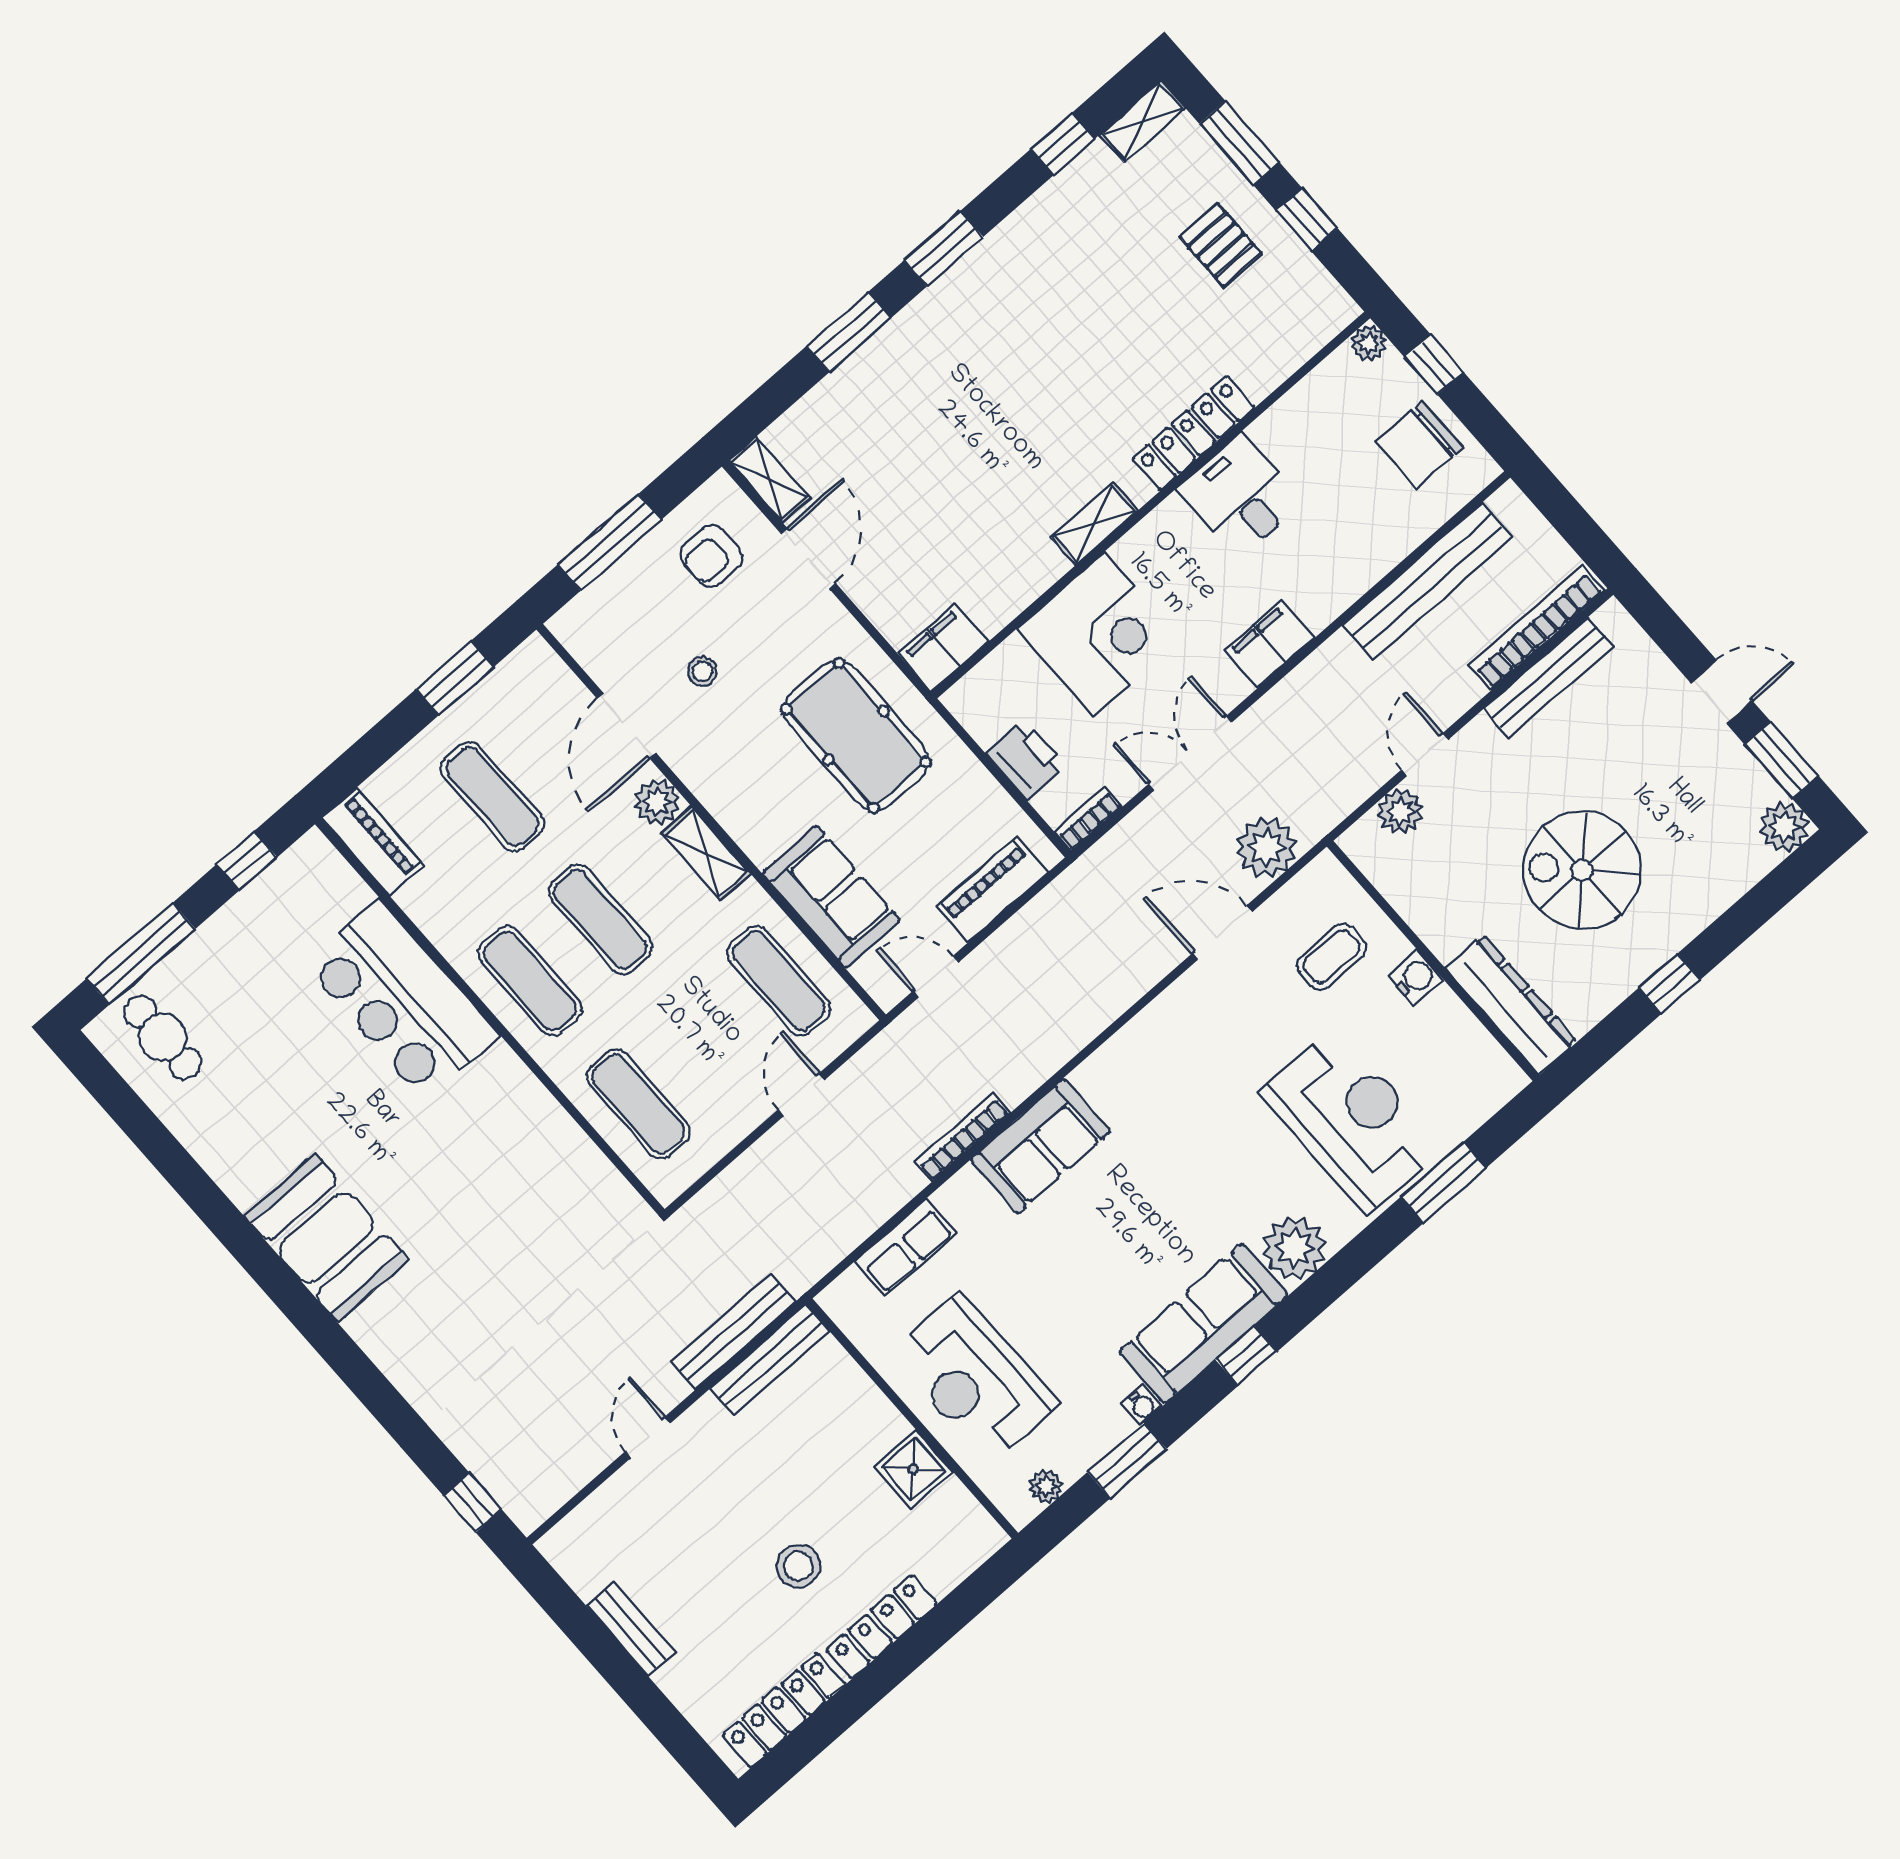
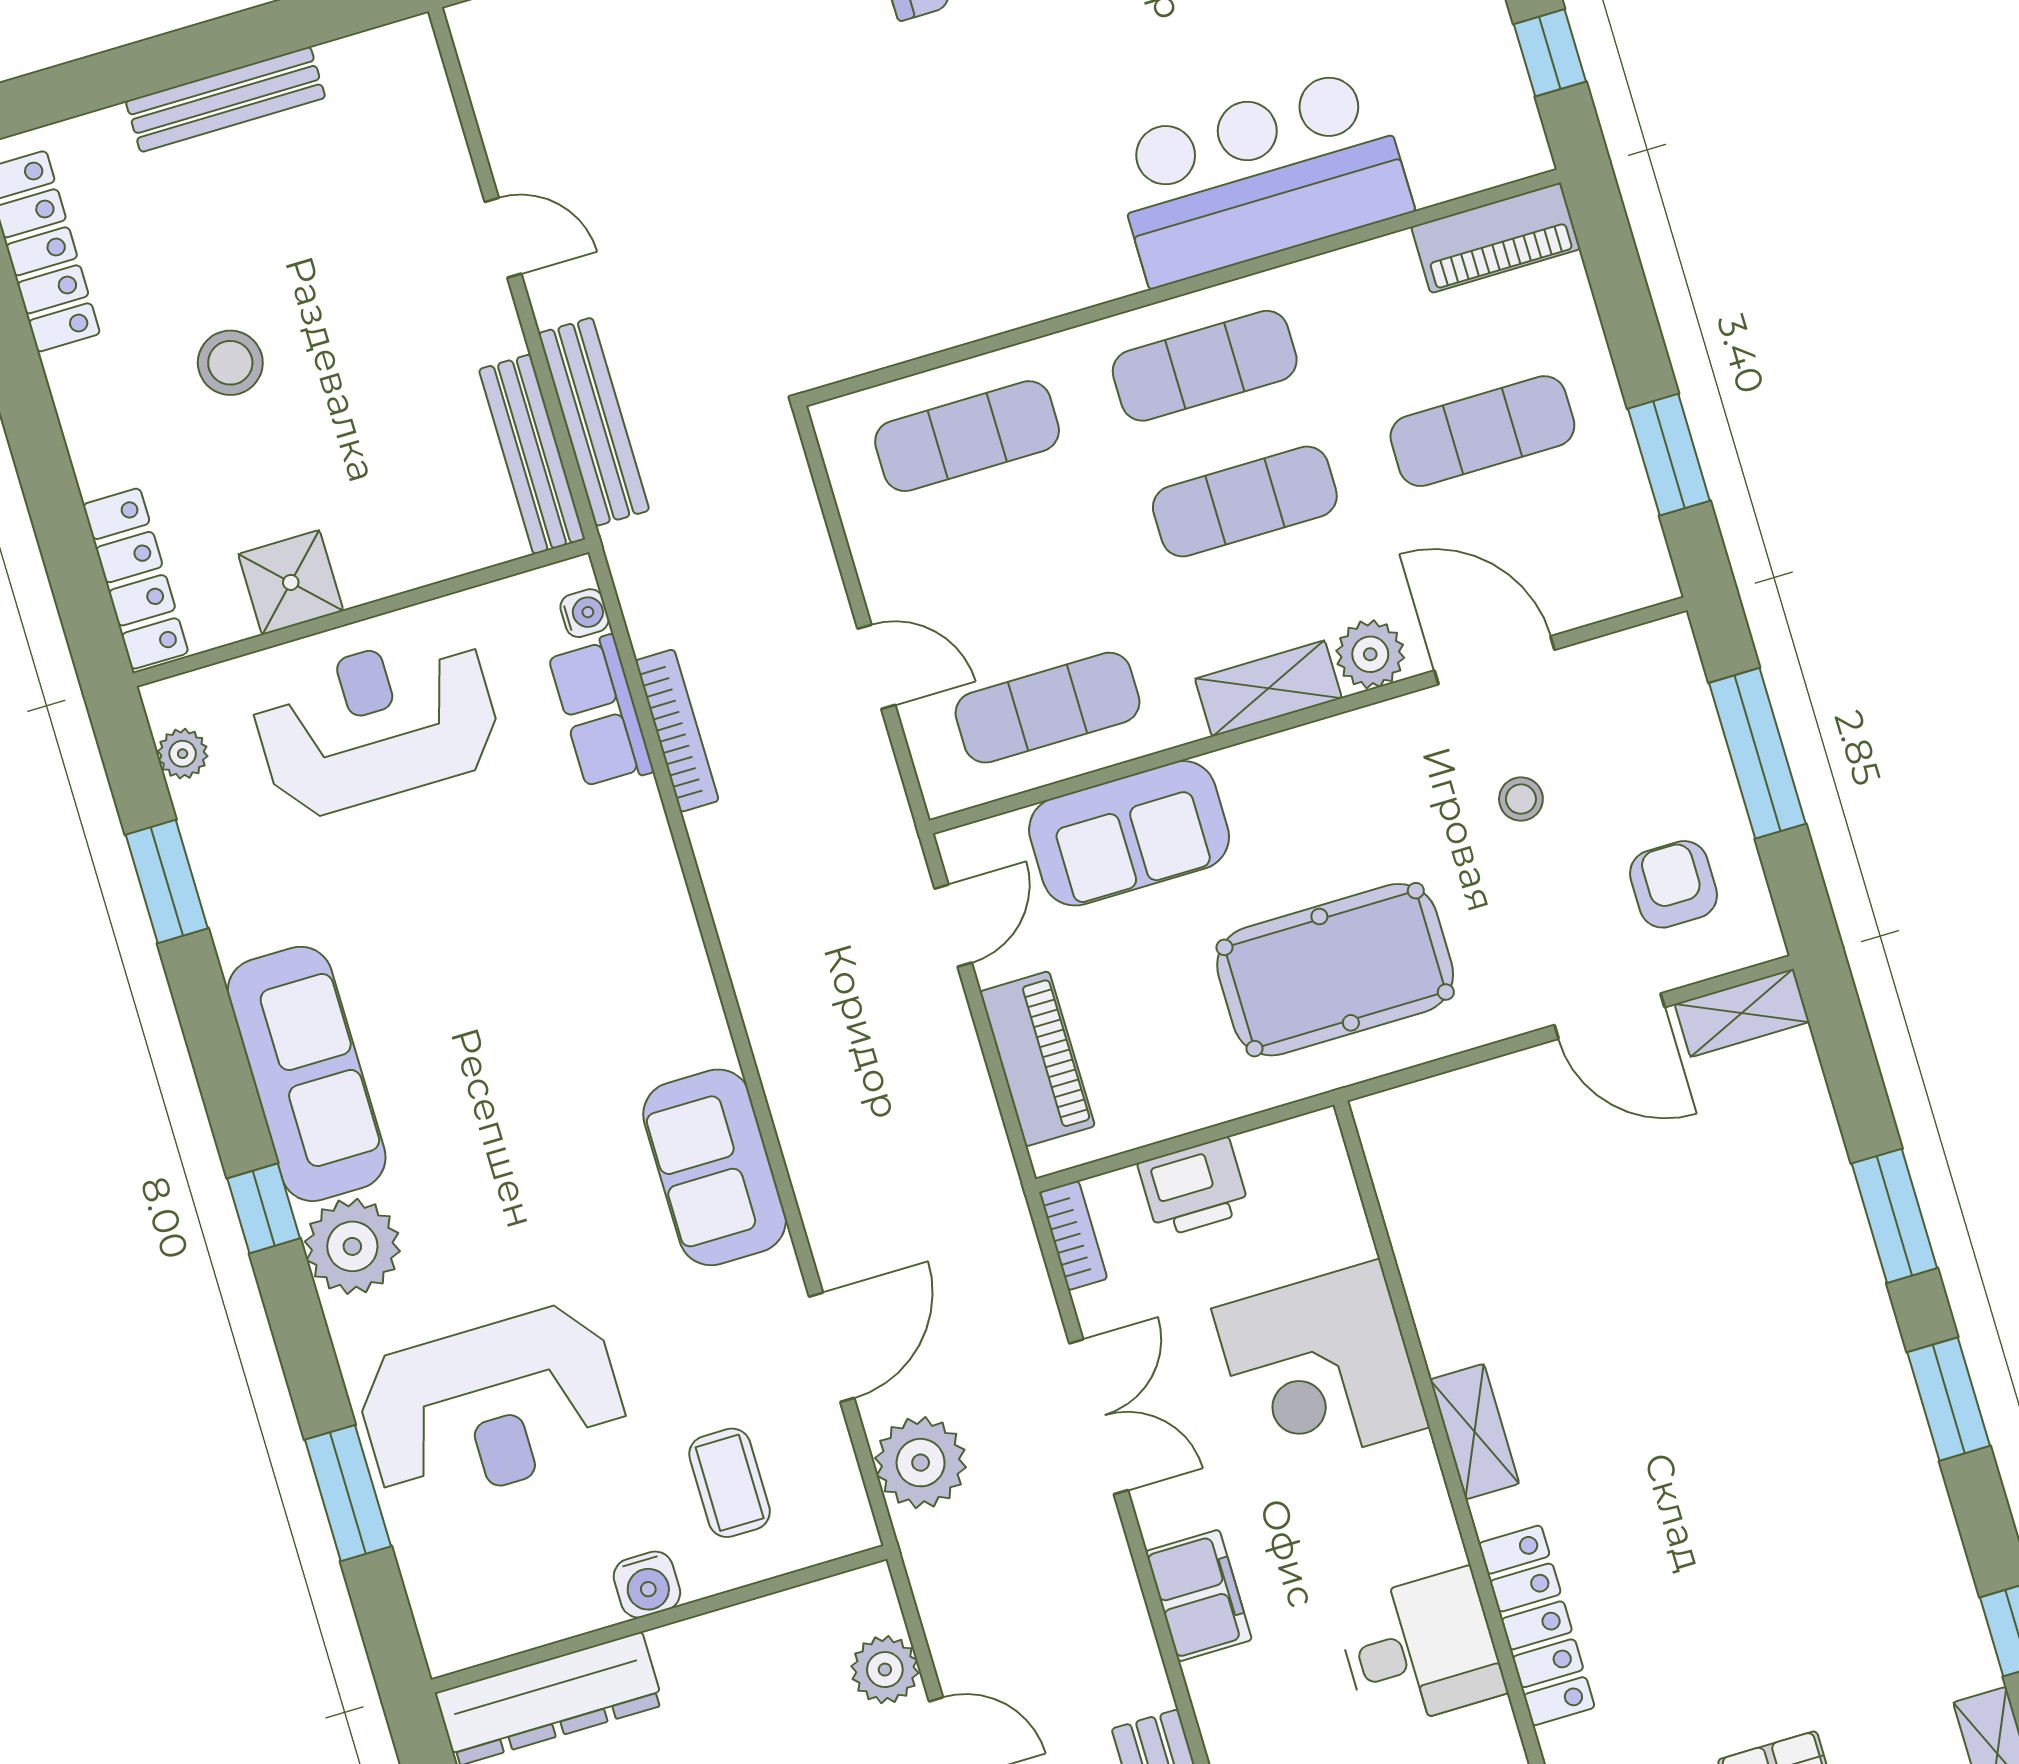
filing cabinet: (943, 648) -> (1400, 1145), removed
bookcase: (962, 1137) -> (677, 731), moved
sofa: (1041, 1146) -> (715, 1167), moved
window: (1246, 1356) -> (264, 1208), moved
water cooler: (1142, 1405) -> (585, 613), moved, turned 180
locker: (882, 1627) -> (136, 579), moved
bench: (631, 1629) -> (225, 99), width x1.36

